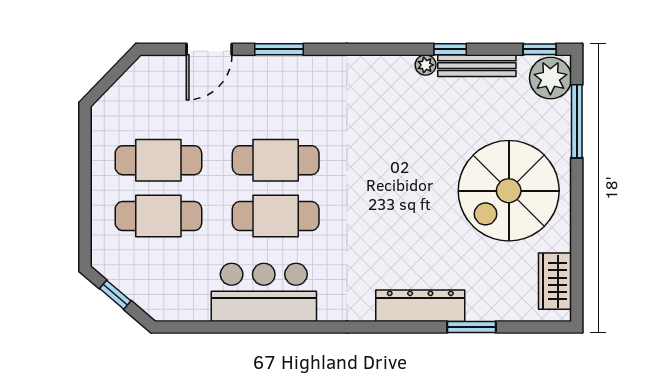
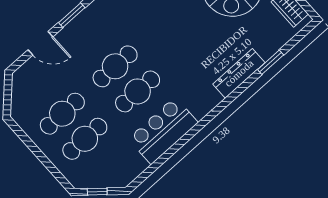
door: (209, 49) -> (40, 43), hinge flipped

